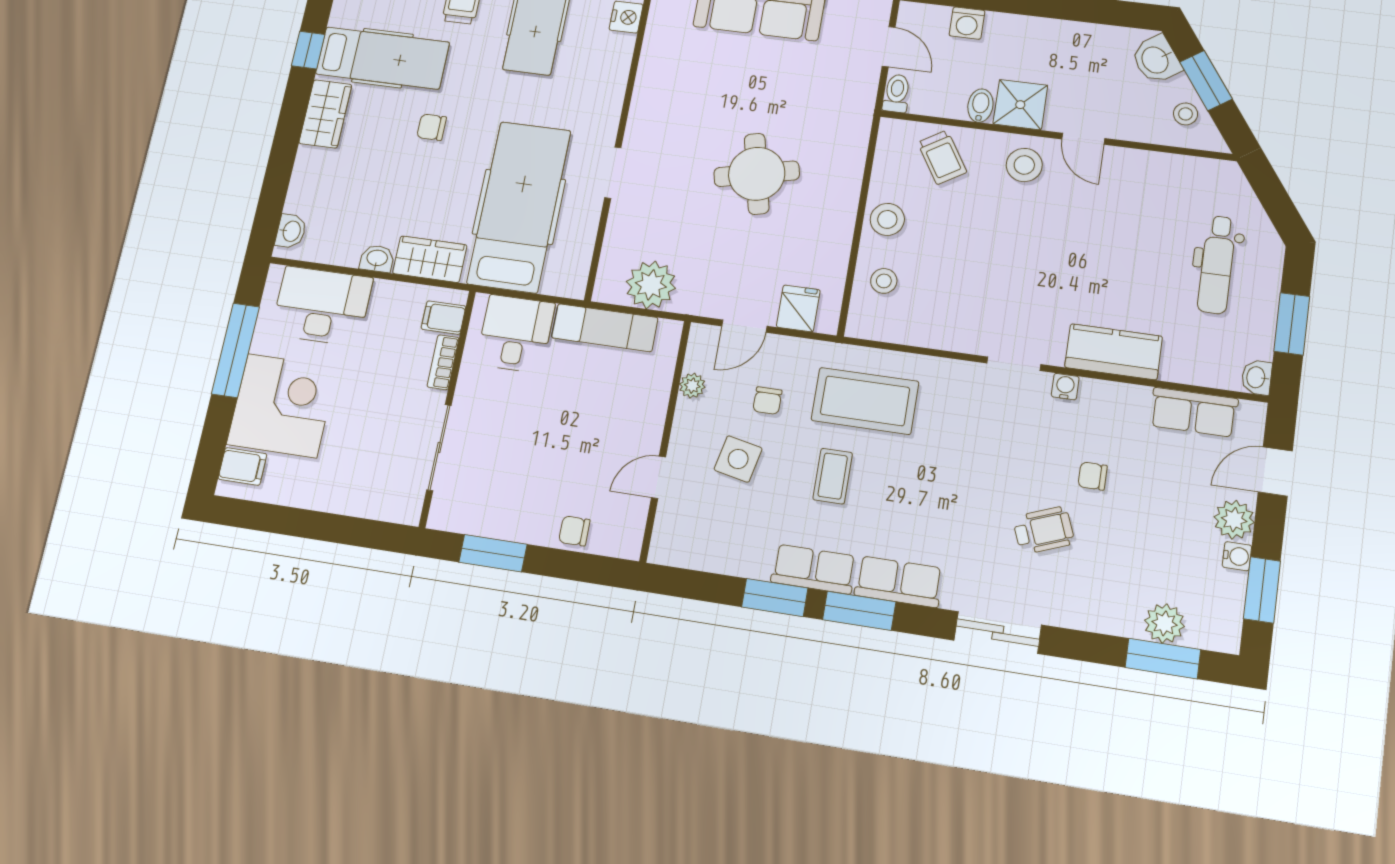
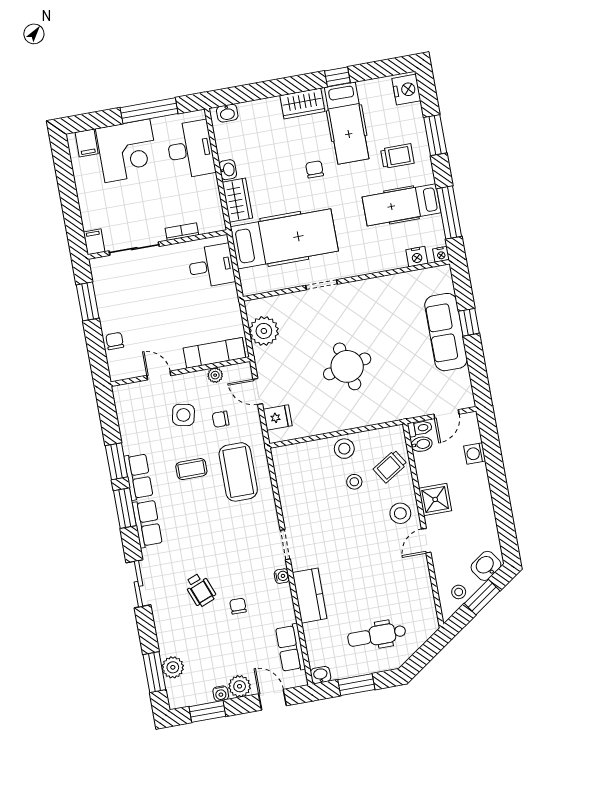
bidet: (980, 106) -> (422, 444), moved
stool: (884, 281) -> (354, 482), moved
filing cabinet: (443, 318) -> (94, 242), moved
exam couch: (605, 328) -> (214, 353), moved, turned 90

